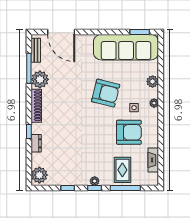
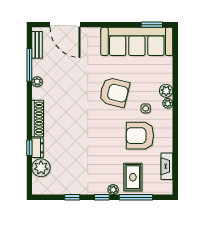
plant: (40, 79) -> (37, 82), width x0.53, depth x0.53
plant: (153, 82) -> (166, 91), moved
shoe rack: (36, 106) -> (38, 119), moved
window: (29, 131) -> (29, 148), moved
armchair: (129, 132) -> (140, 136), turned 180
plant: (39, 175) -> (41, 168), moved
plant: (95, 181) -> (113, 190), moved

